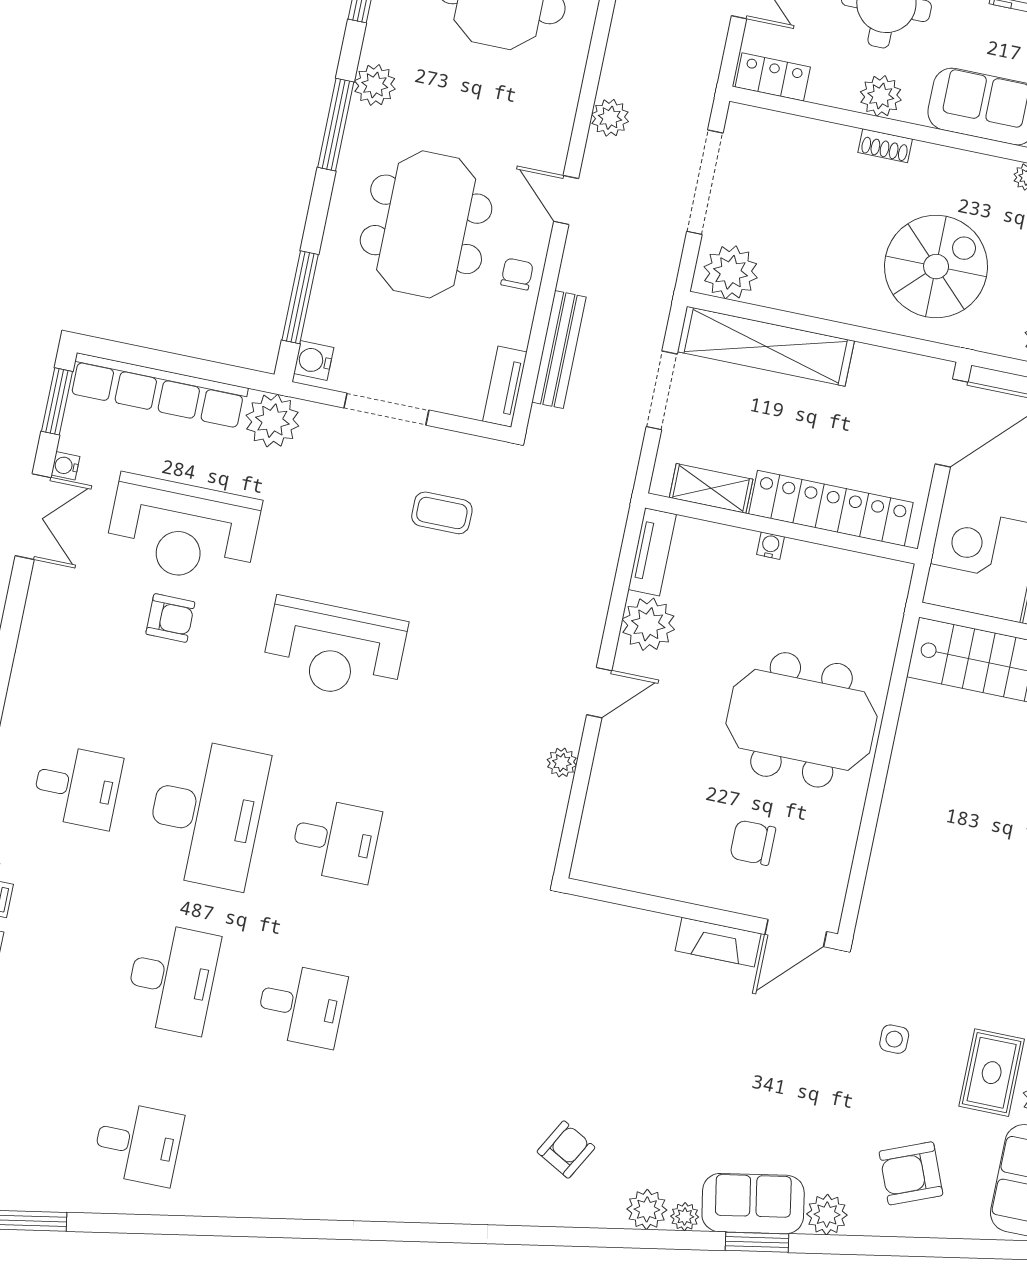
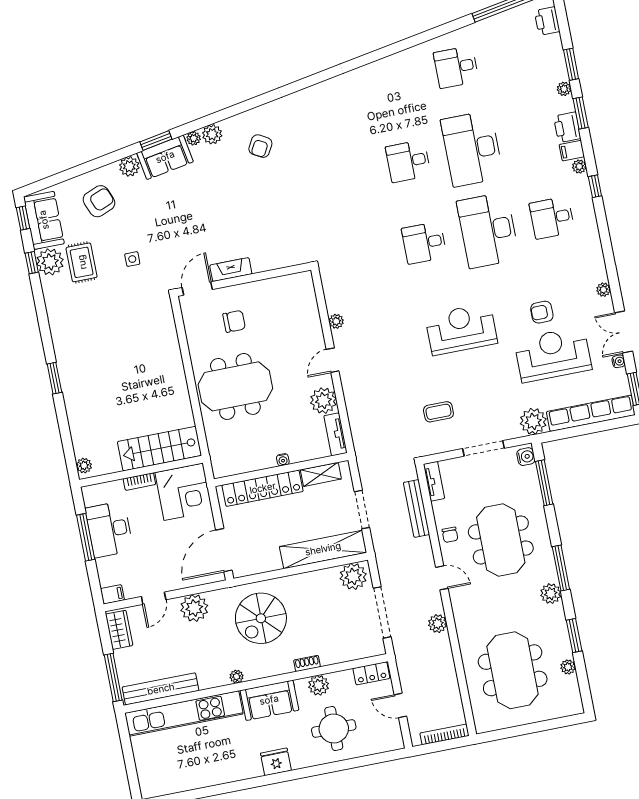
plant: (37, 612) -> (603, 290), added
desk: (172, 978) -> (472, 149), width x1.36, depth x1.30

